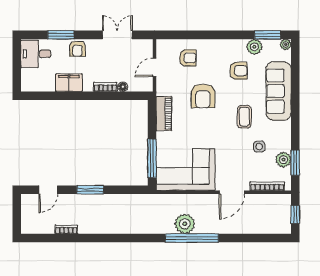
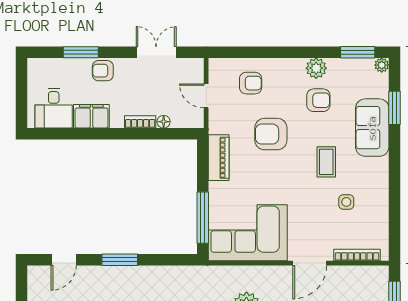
plant: (254, 47) -> (316, 68), moved
armchair: (77, 49) -> (103, 71), turned 90
desk: (36, 54) -> (54, 108), moved, turned -90
door: (155, 67) -> (206, 96), hinge flipped
sofa: (279, 91) -> (372, 128), width x0.73
armchair: (203, 96) -> (271, 134), turned 90
plant: (283, 160) -> (379, 219), removed
window: (295, 163) -> (395, 108), moved

